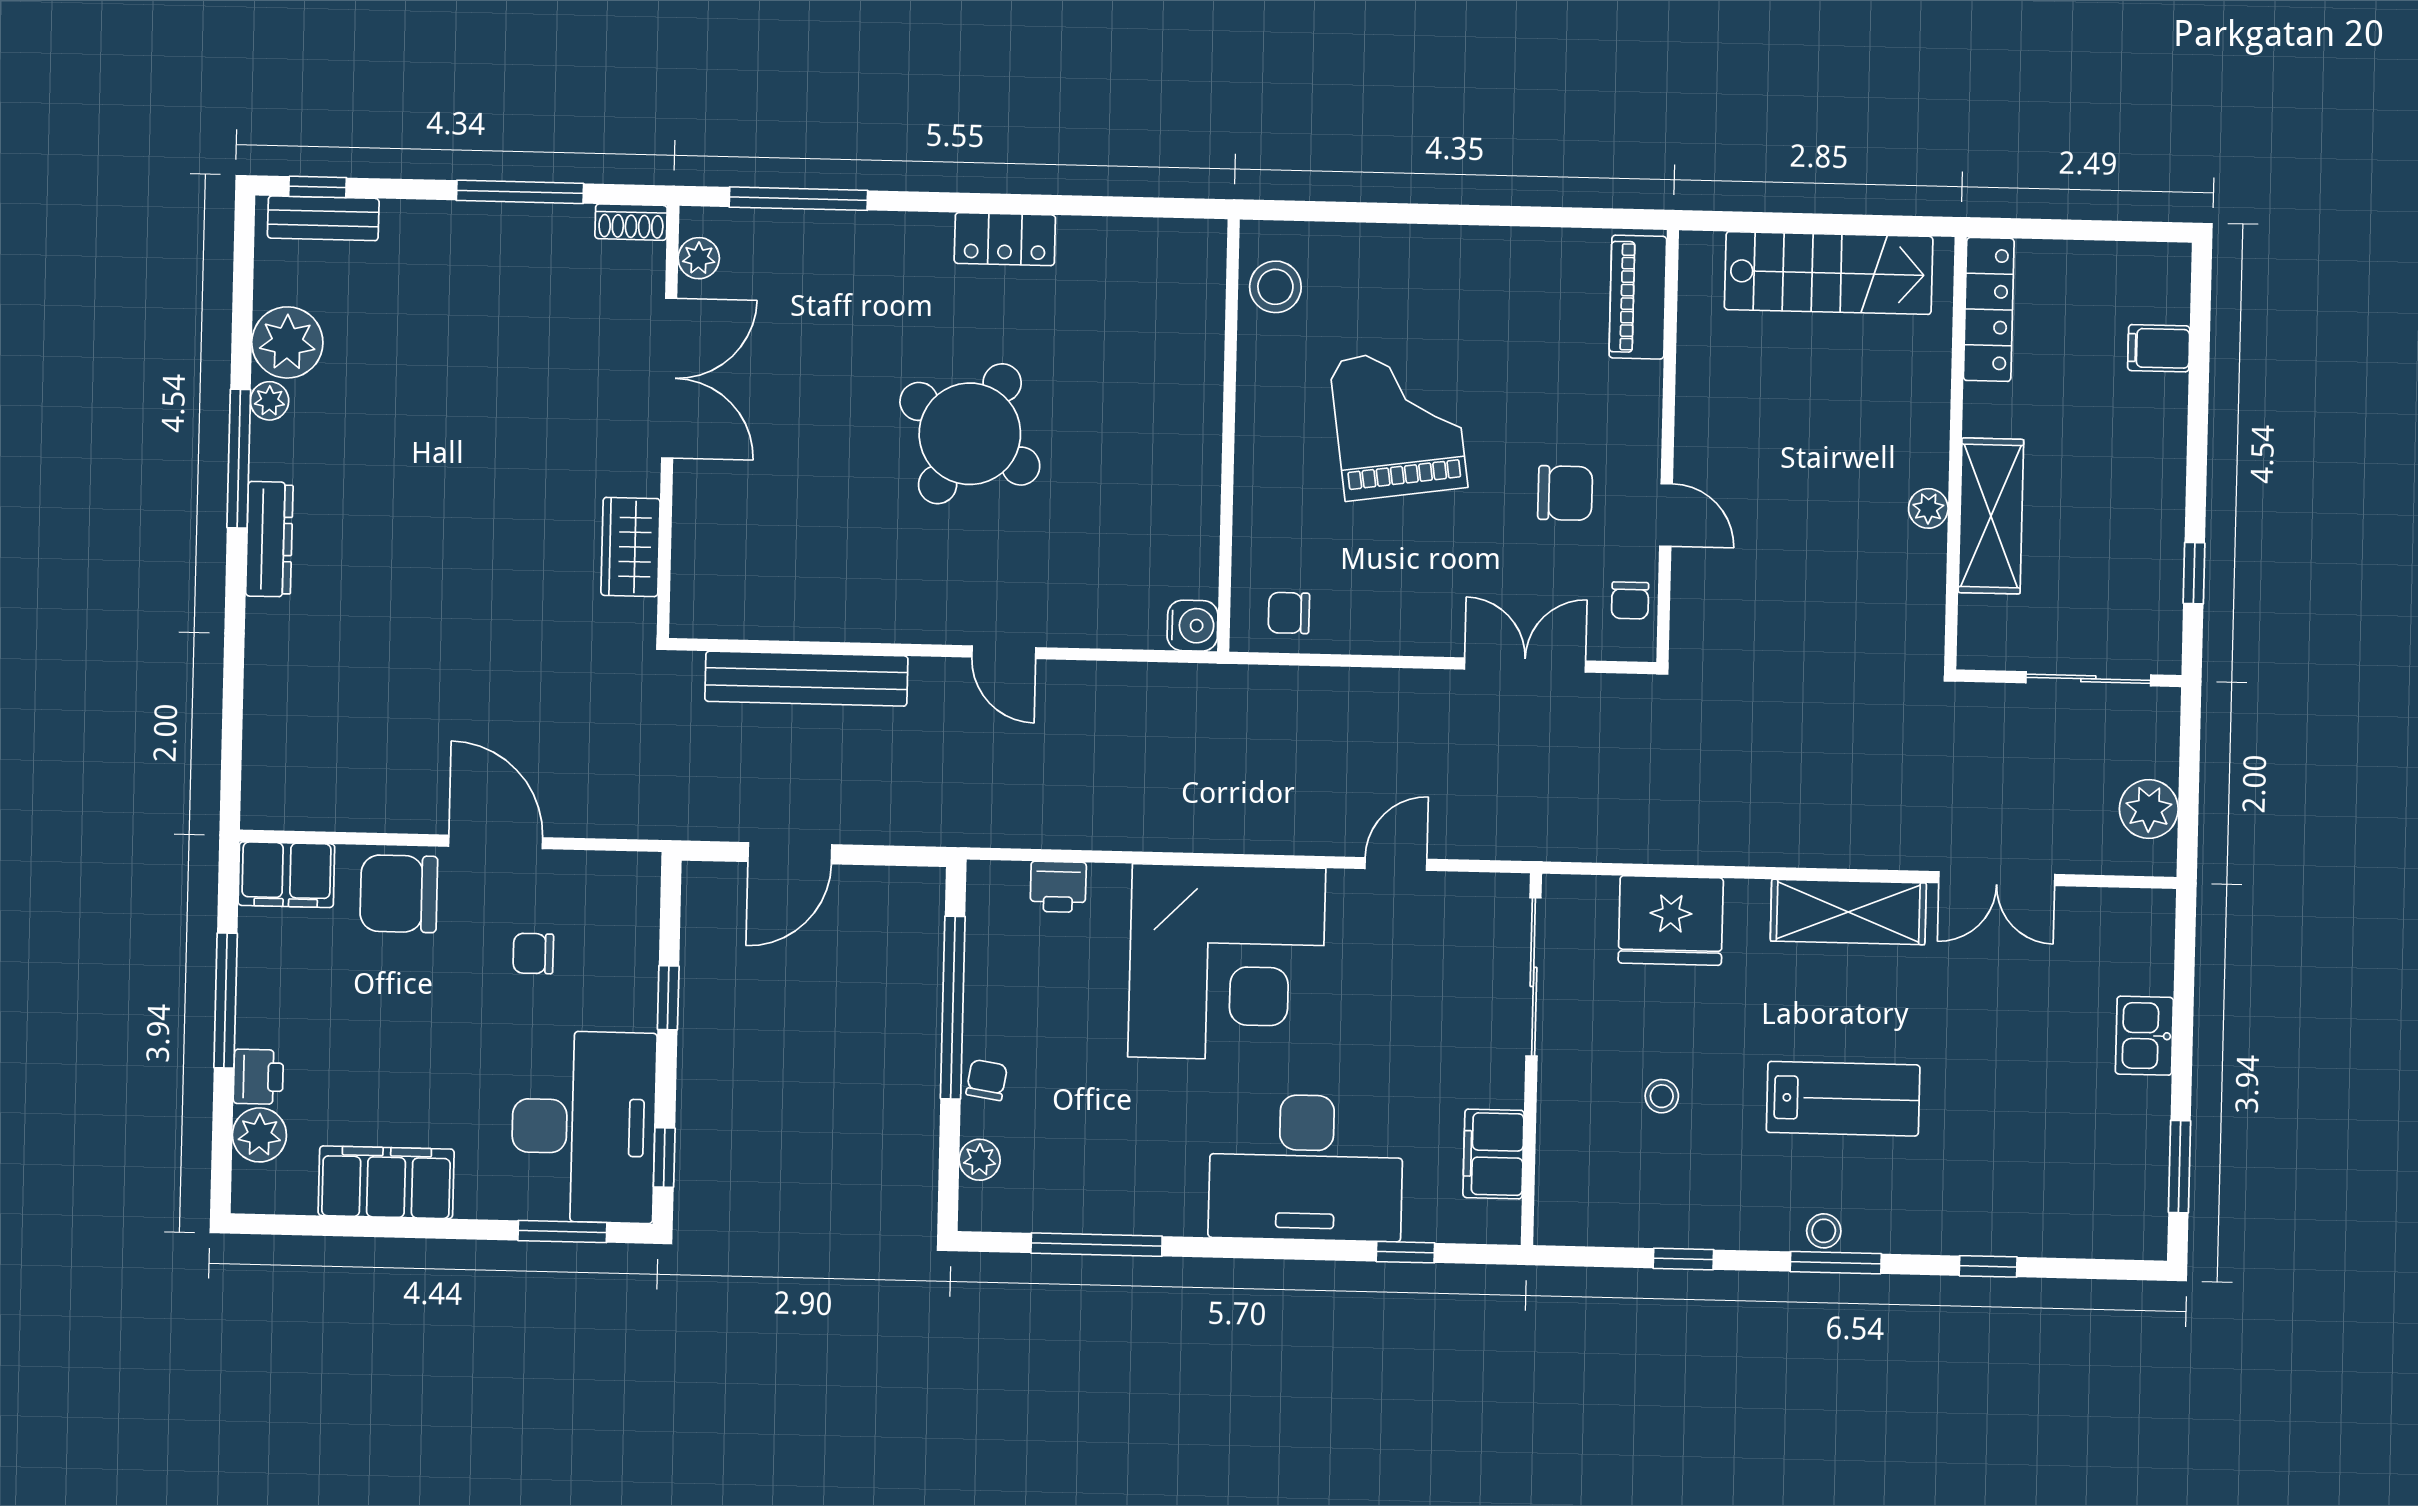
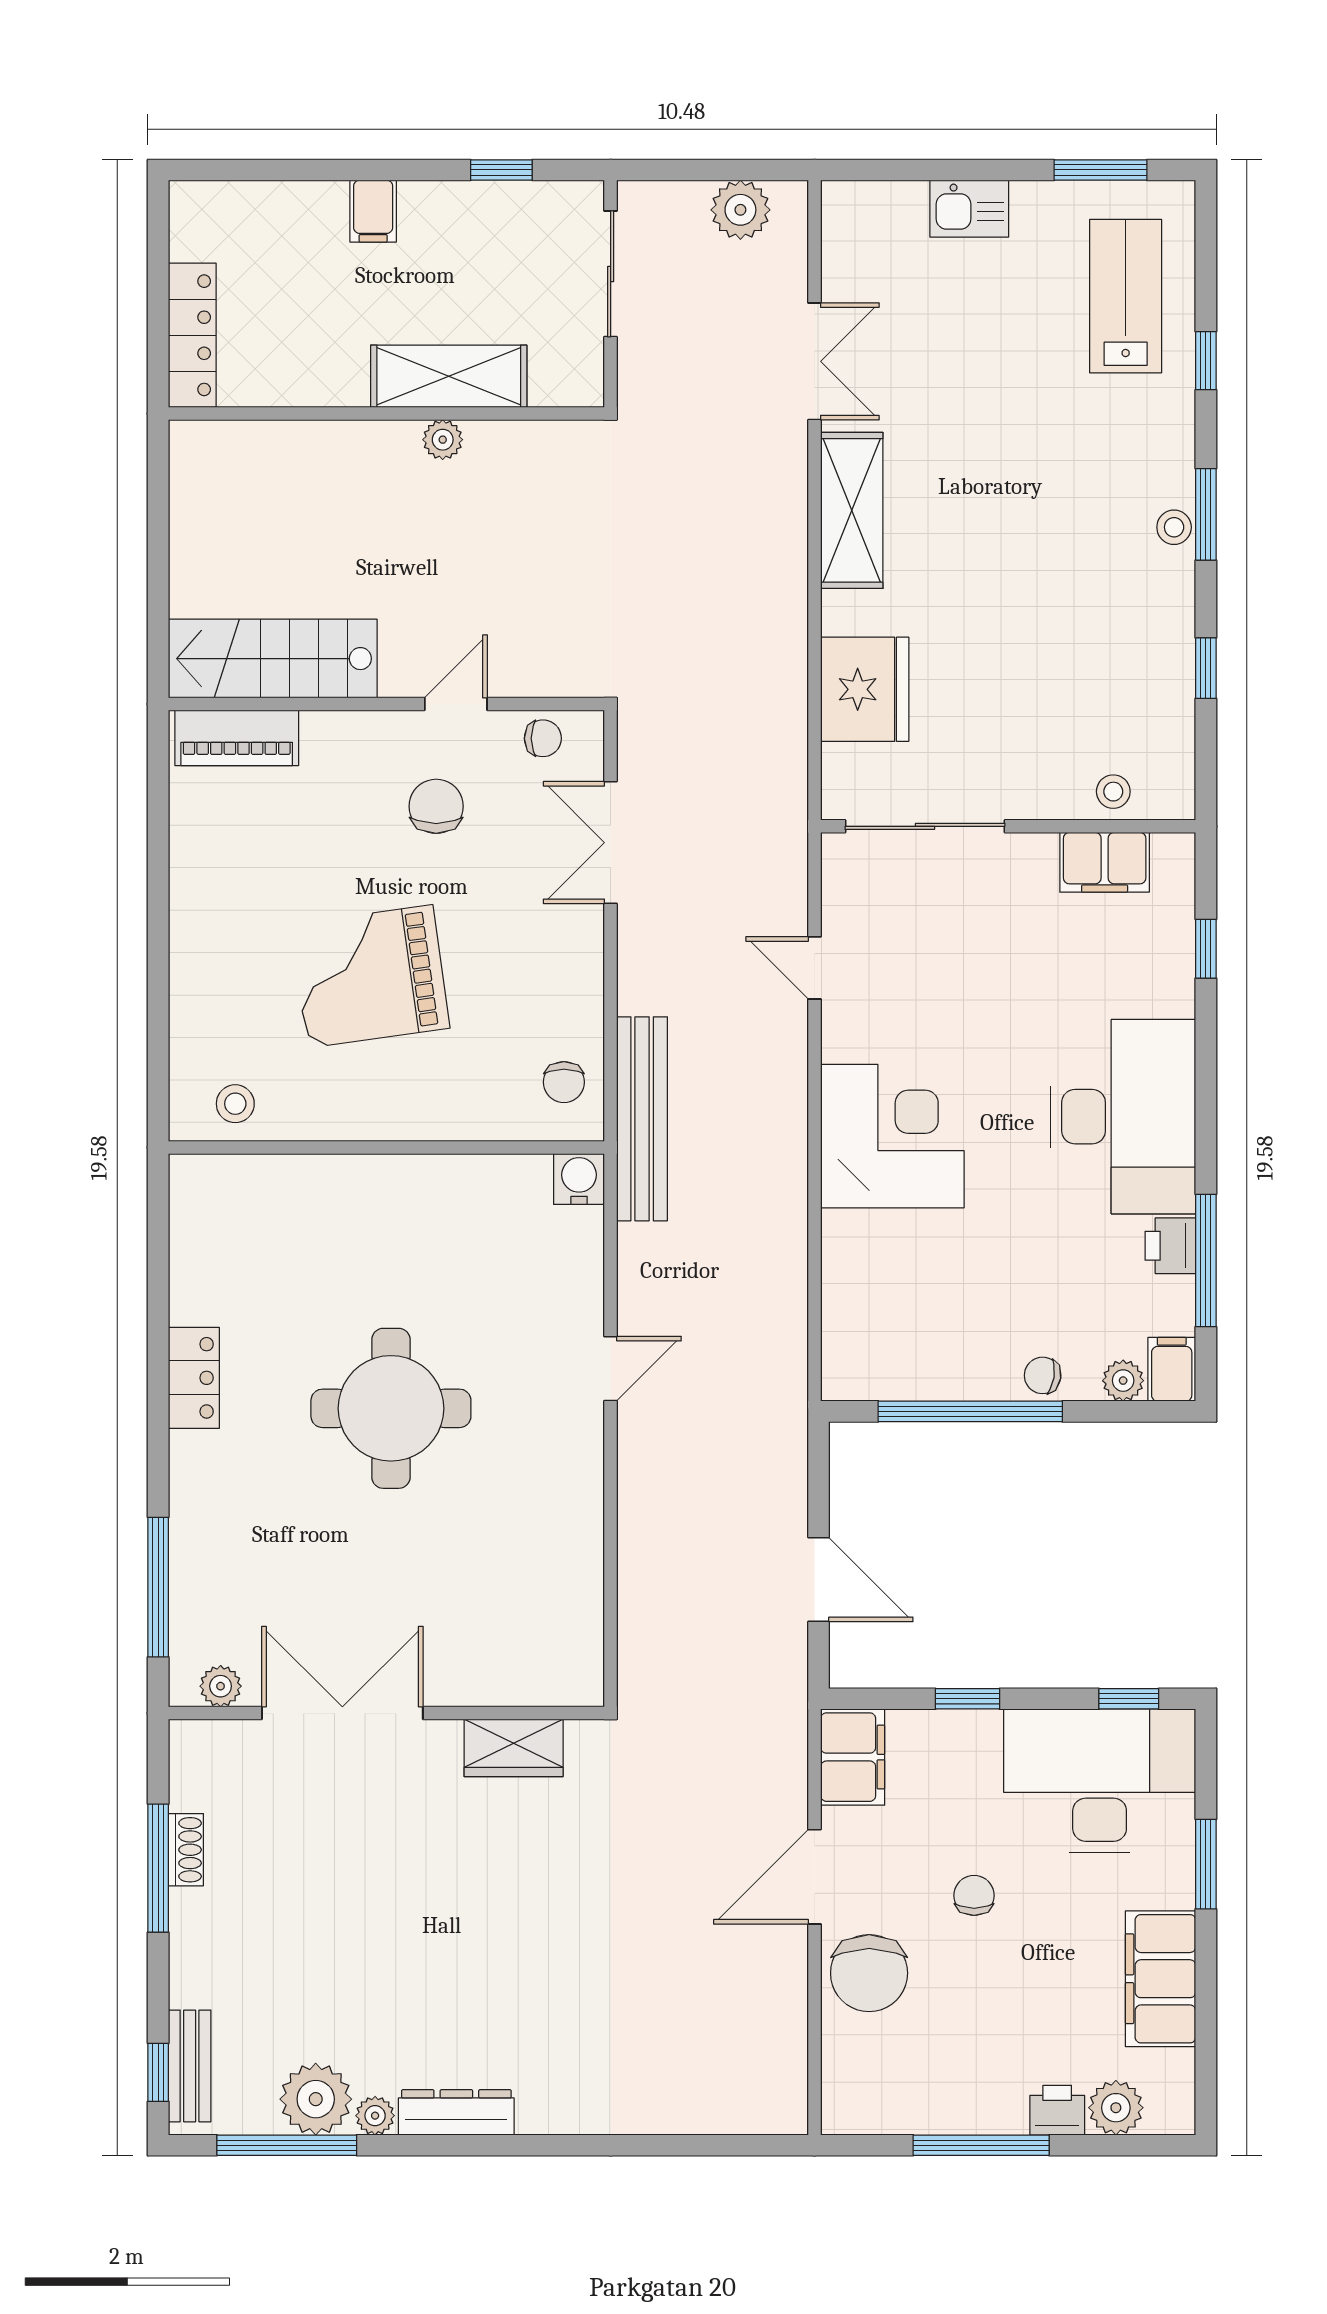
shoe rack: (631, 222) -> (186, 1850), moved
stairs: (1829, 273) -> (273, 659), moved, turned -90
stool: (1275, 287) -> (235, 1104), width x0.73, depth x0.73
locker: (1989, 309) -> (192, 335), moved, turned 90
filing cabinet: (2159, 348) -> (373, 211), moved
round table: (970, 434) -> (391, 1408), turned -31
window: (239, 459) -> (287, 2145), moved
dresser: (269, 539) -> (456, 2112), moved
bench: (806, 679) -> (642, 1119), moved
filing cabinet: (286, 875) -> (853, 1757), moved
printer: (1058, 887) -> (1170, 1246), moved, turned 180
chair: (533, 954) -> (974, 1895), moved, turned 180
corner desk: (1227, 963) -> (892, 1136), width x0.74, depth x0.74
stool: (1662, 1096) -> (1113, 792), moved
lab bench: (1843, 1099) -> (1126, 296), moved
desk: (1306, 1167) -> (1123, 1117), moved
filing cabinet: (990, 1208) -> (1172, 1369), added
window: (562, 1232) -> (1206, 1864), moved

